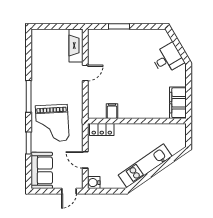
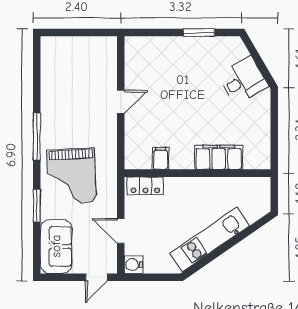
window: (119, 26) -> (199, 33), moved
fireplace: (76, 46) -> (107, 61), removed
filing cabinet: (178, 103) -> (219, 157), moved, turned 90

